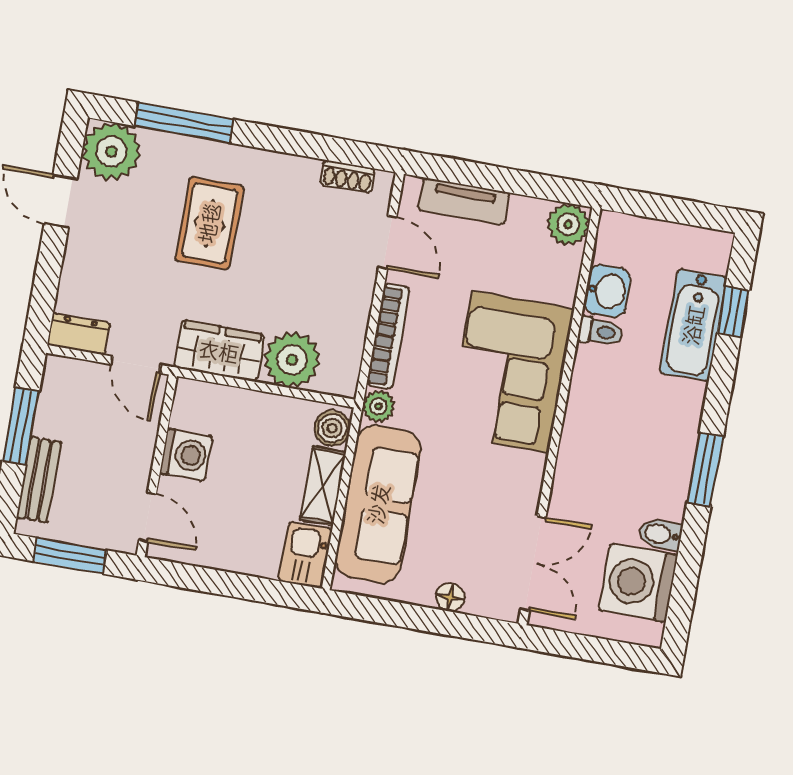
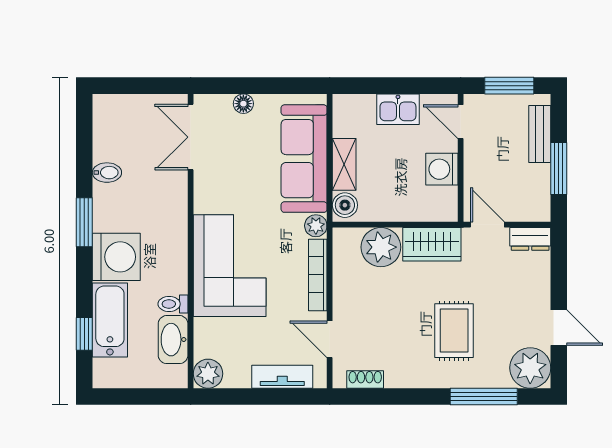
washbasin: (607, 291) -> (173, 340), width x1.38
kitchen sink: (305, 555) -> (398, 109), moved, turned 90
washing machine: (638, 583) -> (116, 257), moved

